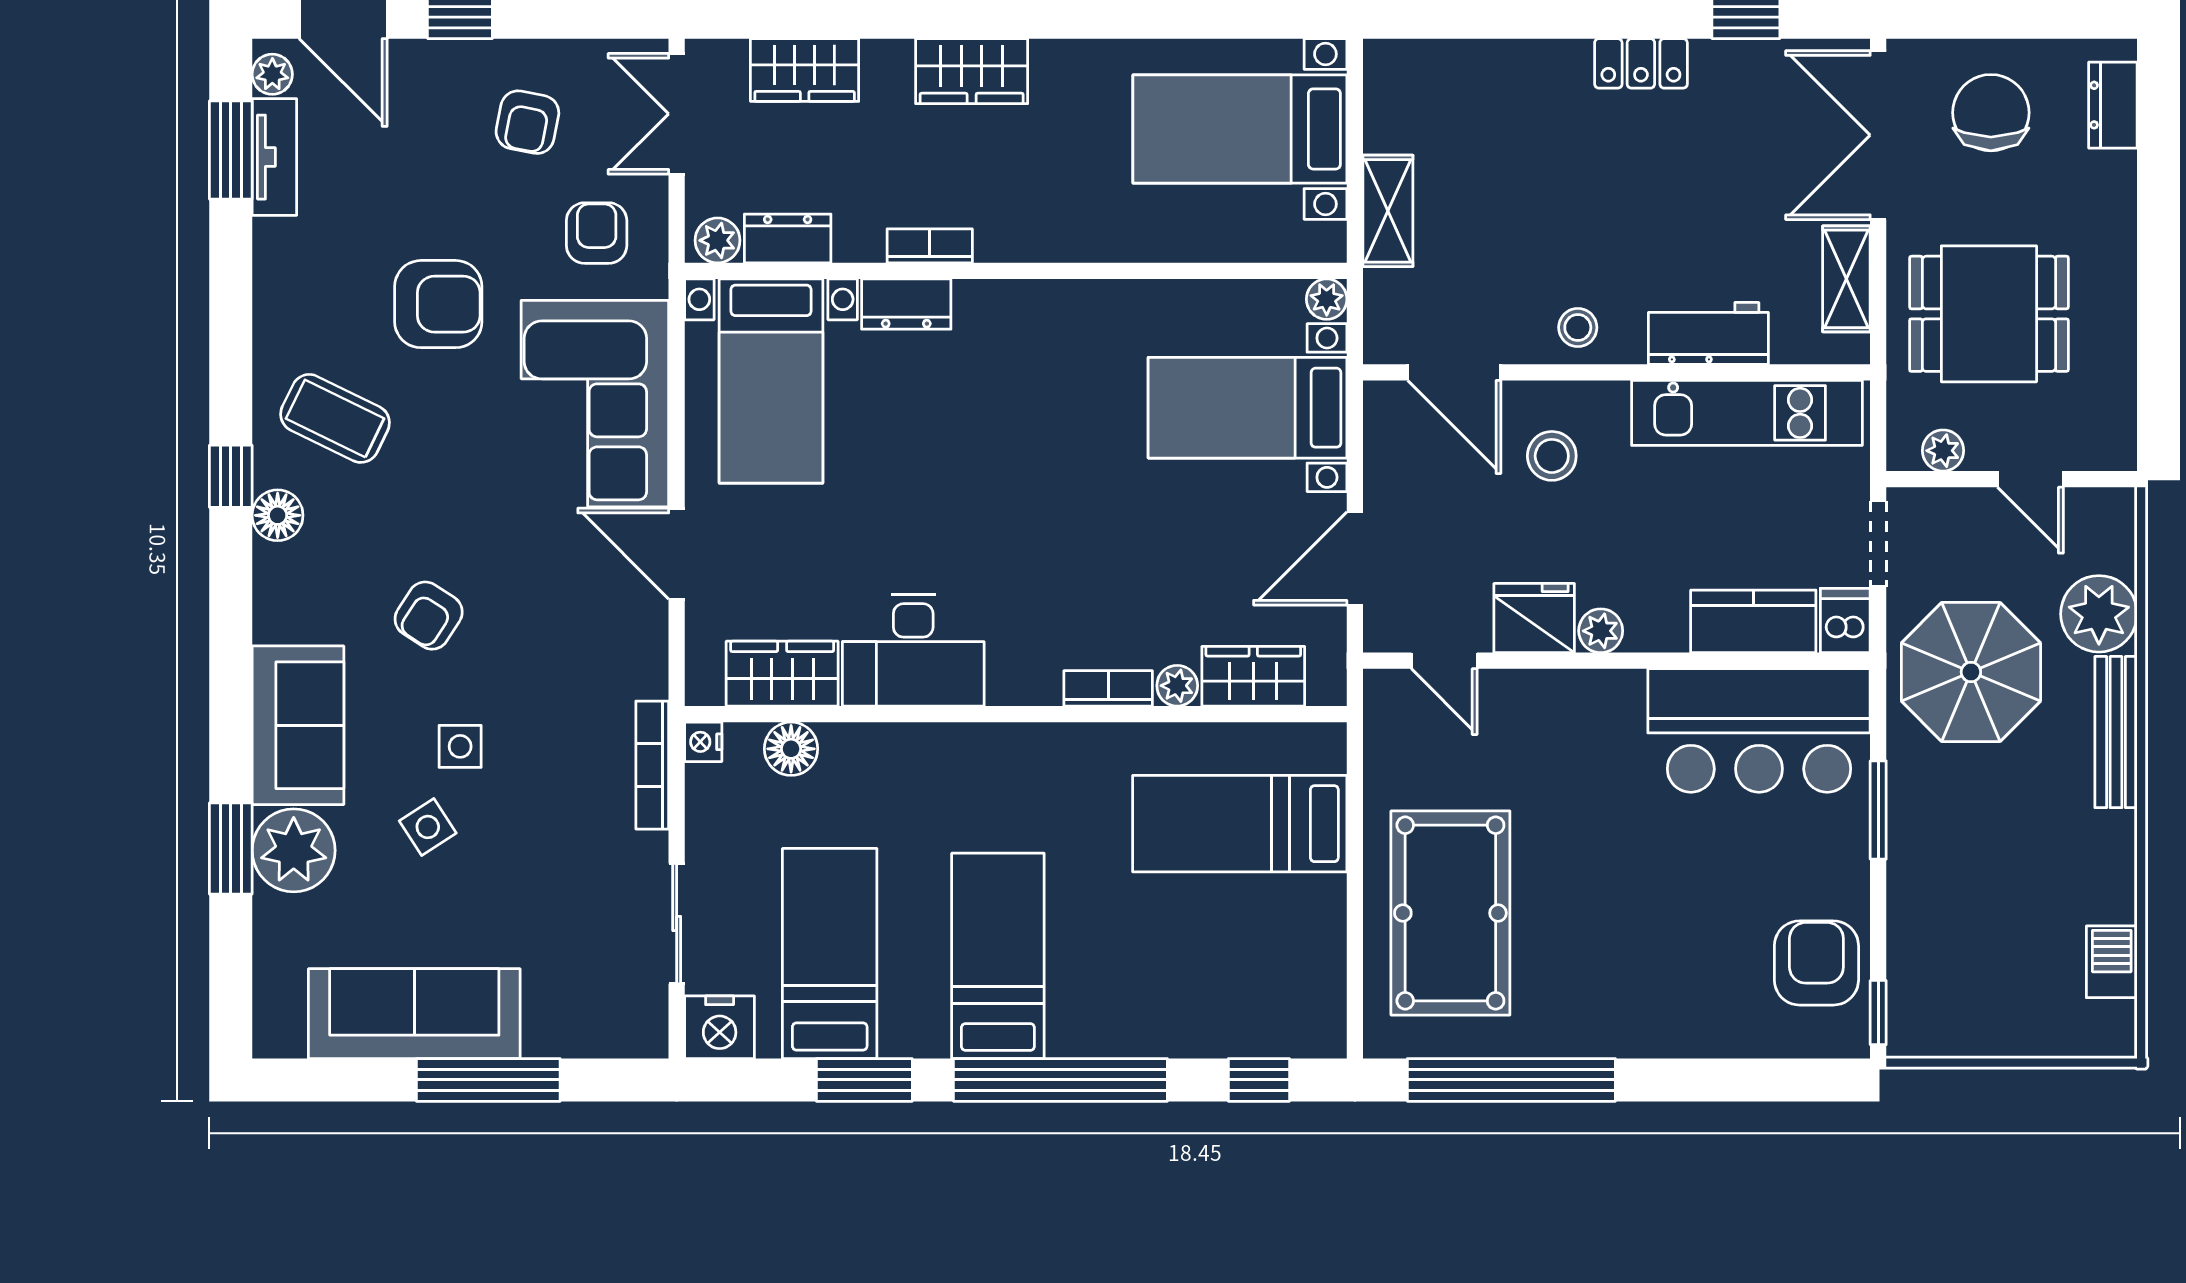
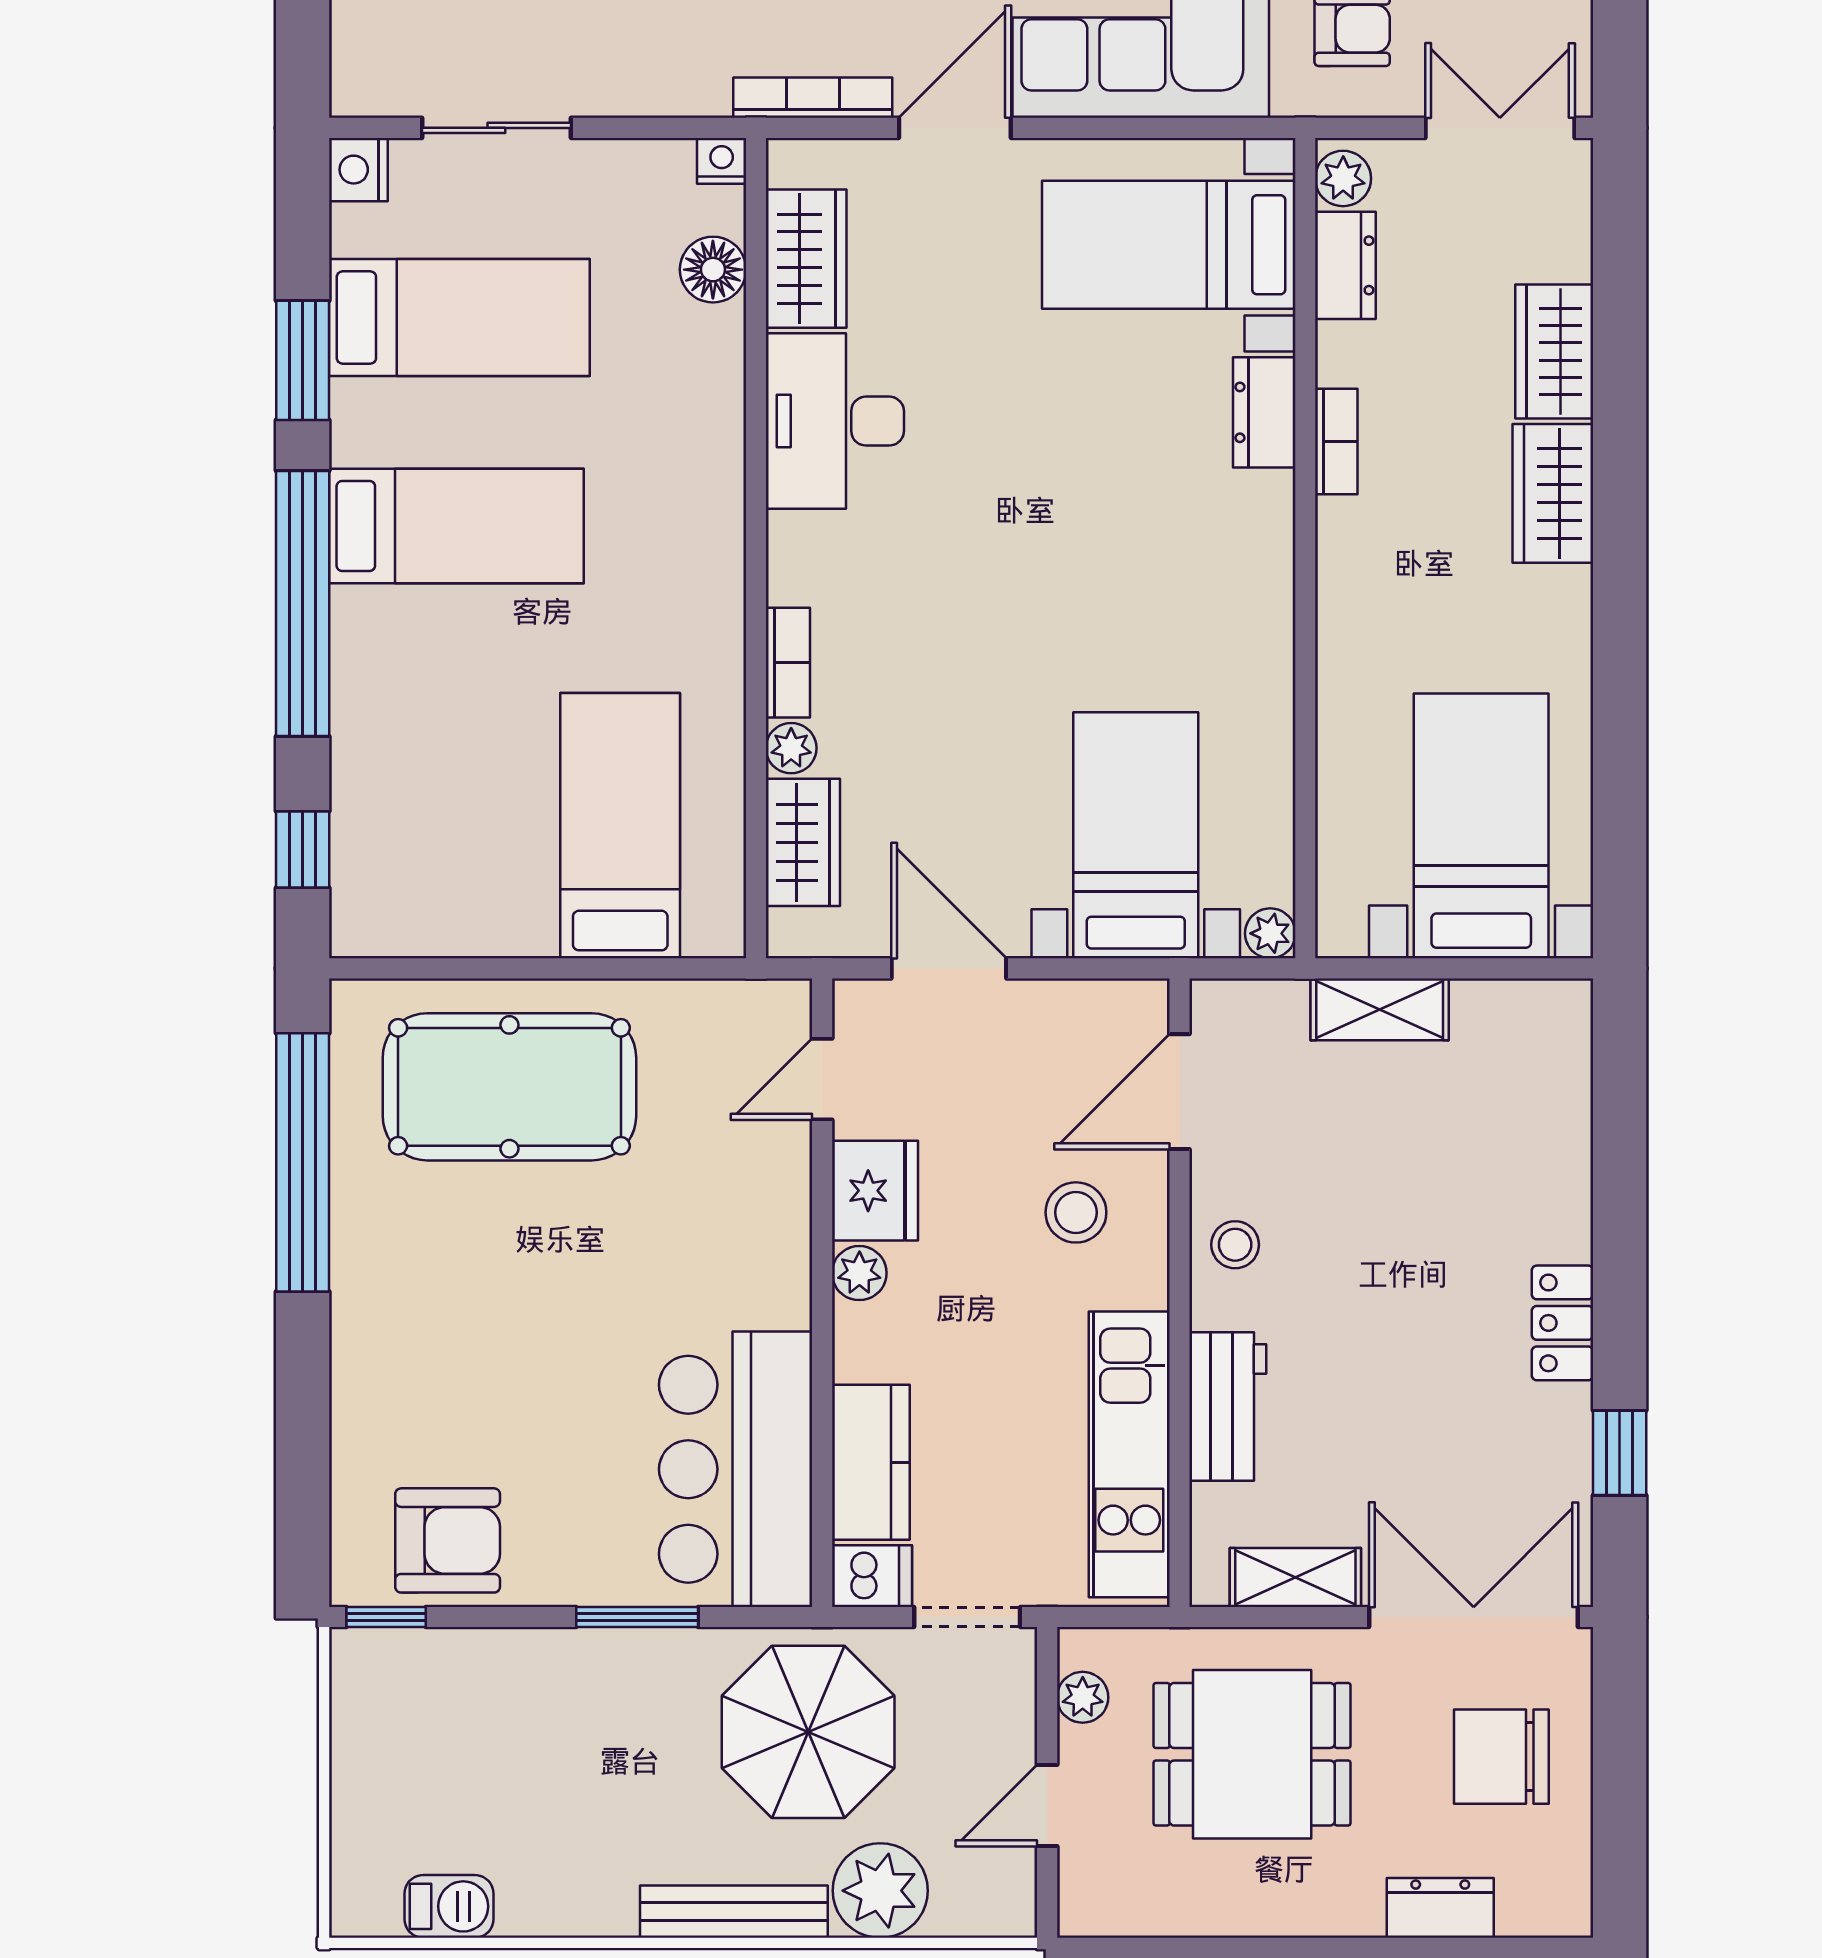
wardrobe: (805, 70) -> (1554, 352), moved
dresser: (2113, 105) -> (1440, 1908), moved
chair: (1991, 113) -> (1501, 1757), turned 180
dining table: (1989, 314) -> (1252, 1754), turned 90
bookcase: (652, 765) -> (813, 98), moved
nightstand: (720, 1027) -> (358, 170), width x0.74, depth x0.75

